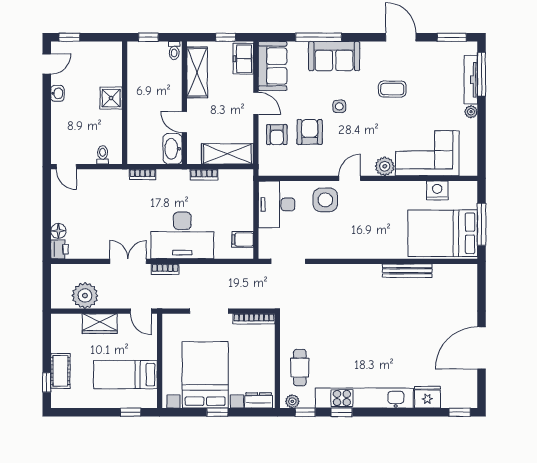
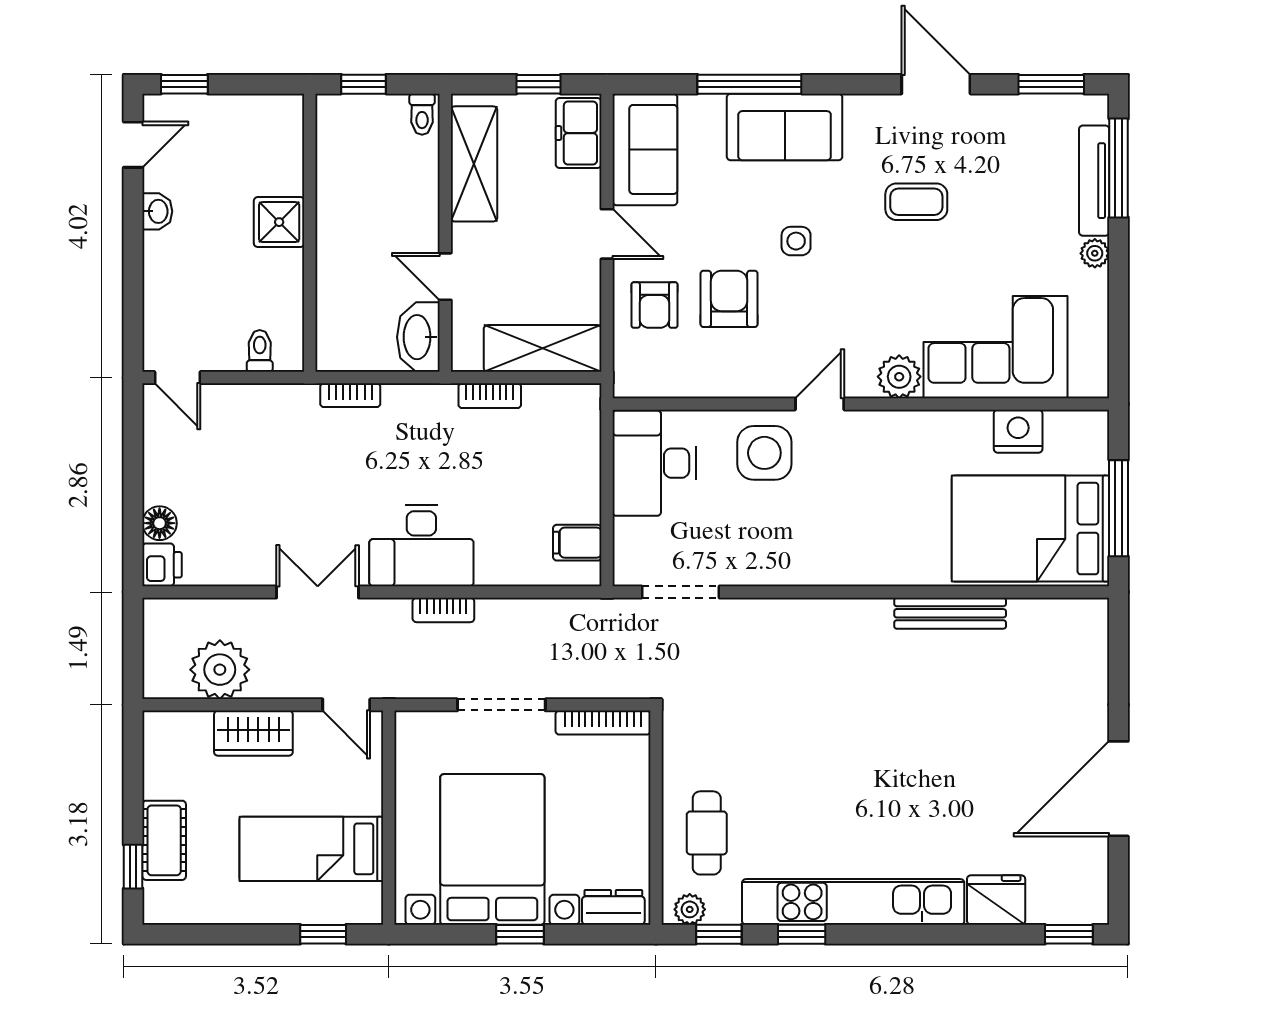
desk: (182, 235) -> (421, 545), width x0.73, depth x0.77
bookcase: (165, 269) -> (443, 610), moved

